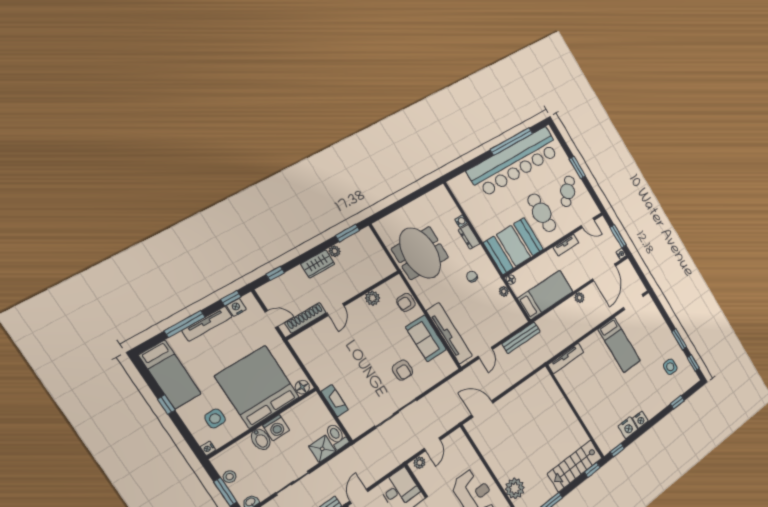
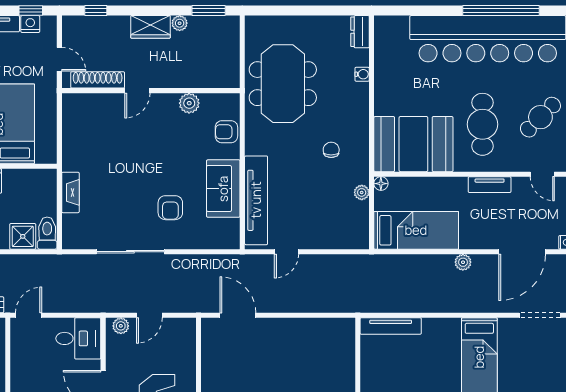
dresser: (469, 237) -> (360, 32), moved
bench: (521, 338) -> (346, 263), removed
floor lamp: (302, 387) -> (45, 155), removed

